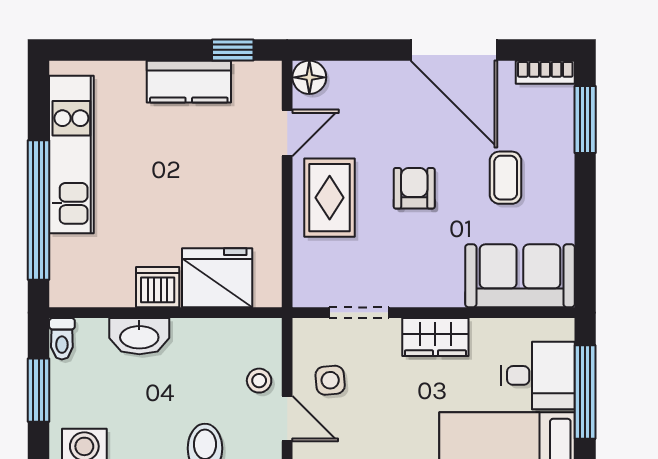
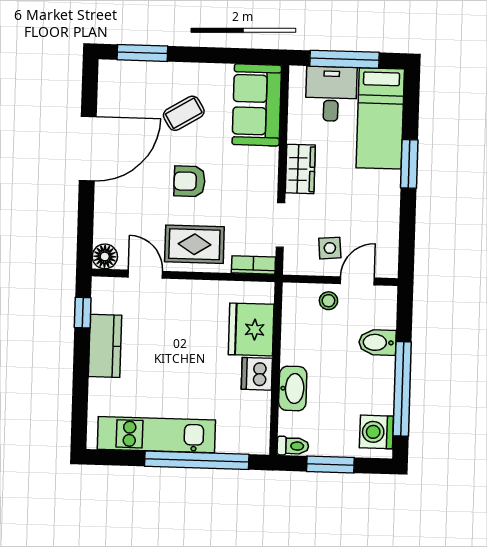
bookcase: (545, 72) -> (253, 265), moved, turned -90
coffee table: (506, 178) -> (184, 113), turned -31

